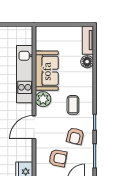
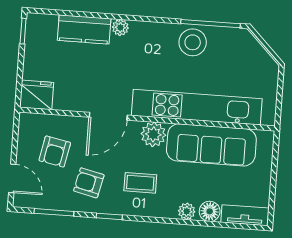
sofa: (47, 71) -> (211, 145), width x1.36
kitchen unit: (25, 74) -> (197, 107), width x1.36
plant: (88, 76) -> (187, 211), added
door: (34, 127) -> (108, 116), swing flipped

